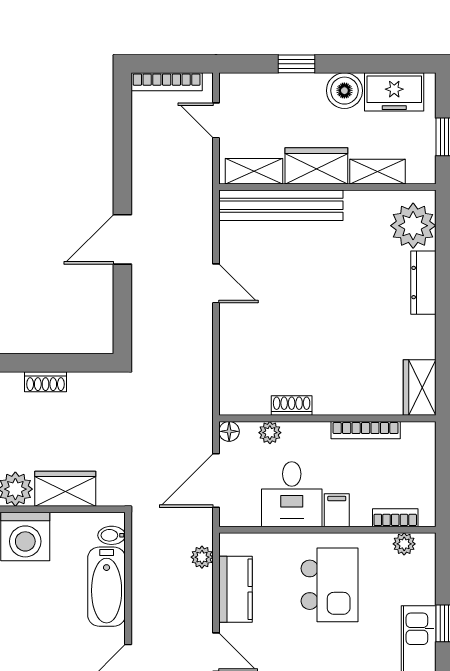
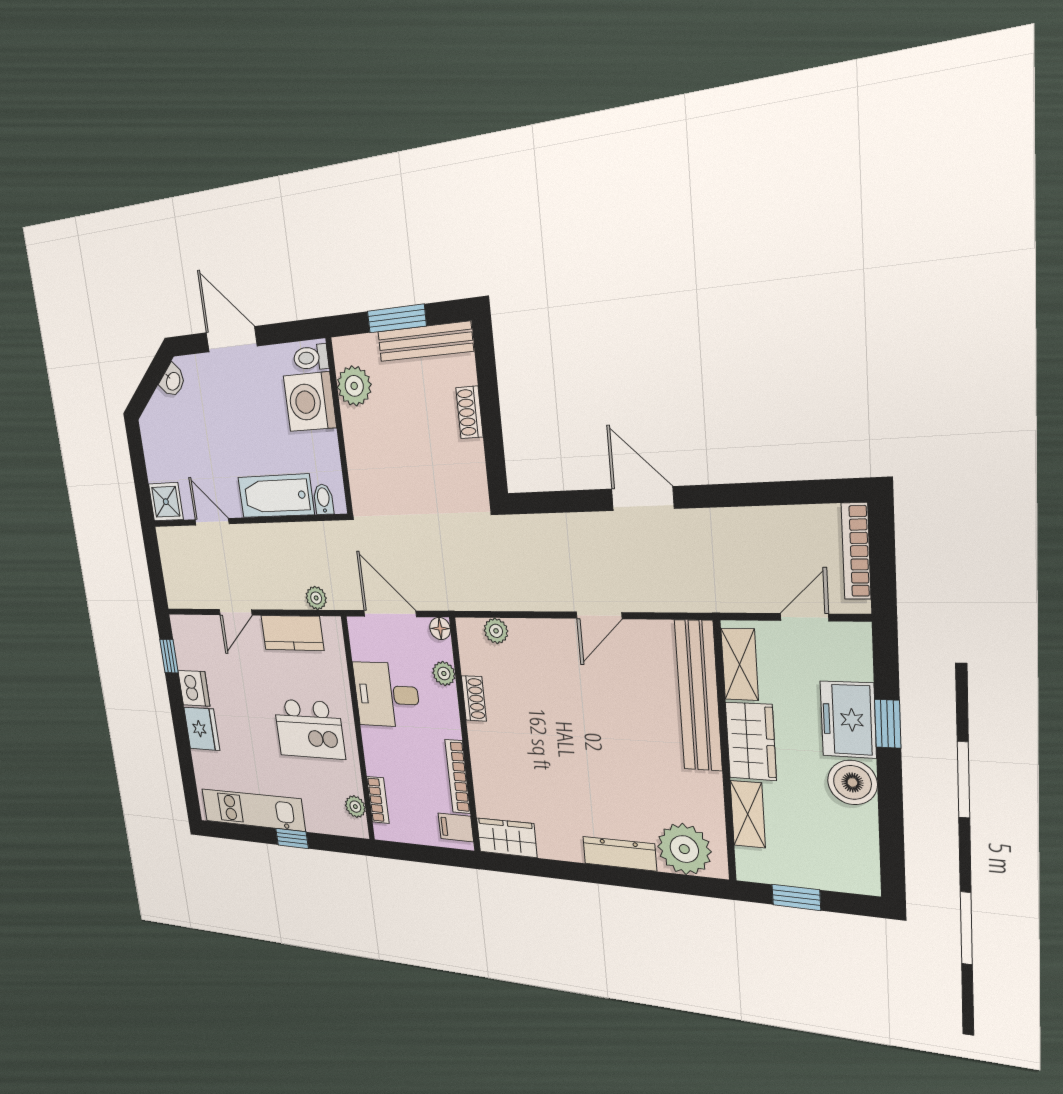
freezer: (394, 92) -> (848, 720), moved
plant: (230, 377) -> (496, 631), added
wardrobe: (65, 489) -> (362, 444), removed
filing cabinet: (337, 510) -> (456, 827), moved, turned 180

